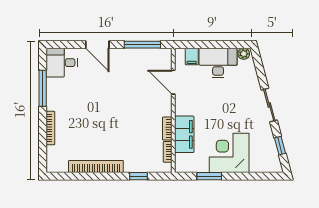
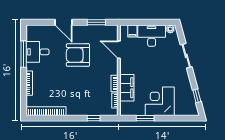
window: (142, 45) -> (96, 22), width x0.69
desk: (62, 63) -> (38, 52), moved
armchair: (117, 90) -> (78, 55), added
sliding door: (269, 105) -> (186, 56), moved
bookcase: (96, 166) -> (46, 111), moved

